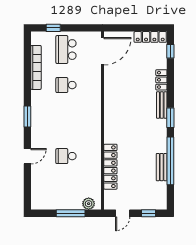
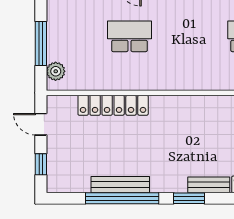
school desk: (66, 156) -> (129, 36), width x1.85
bench: (162, 167) -> (120, 185), width x1.36

